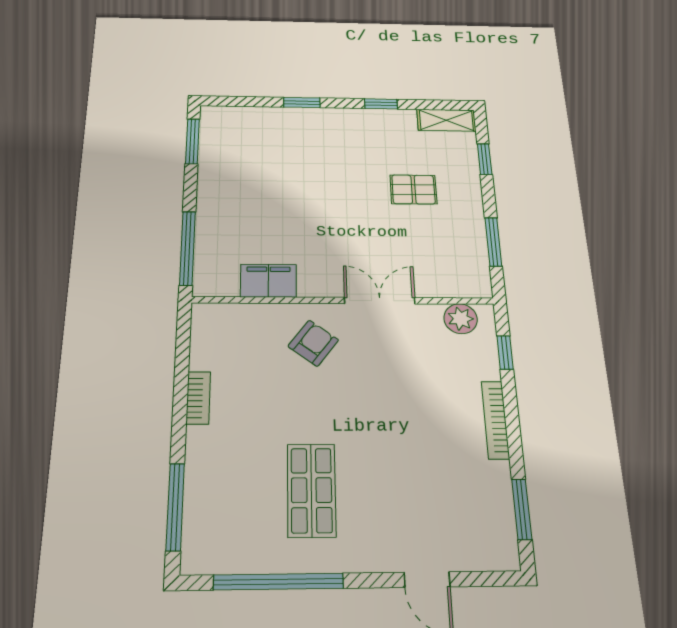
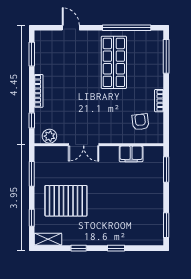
pallet: (413, 189) -> (66, 201), width x2.05, depth x2.00
window: (187, 248) -> (166, 169), width x0.69
armchair: (313, 343) -> (140, 122), moved, turned 136
shop shelf: (311, 490) -> (114, 62), width x1.43, depth x1.36

